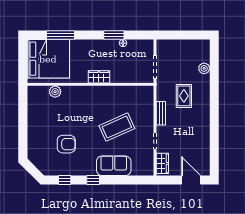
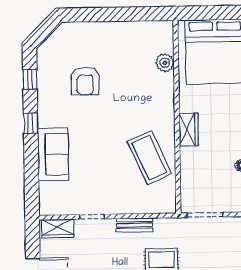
coffee table: (117, 127) -> (150, 158), moved

